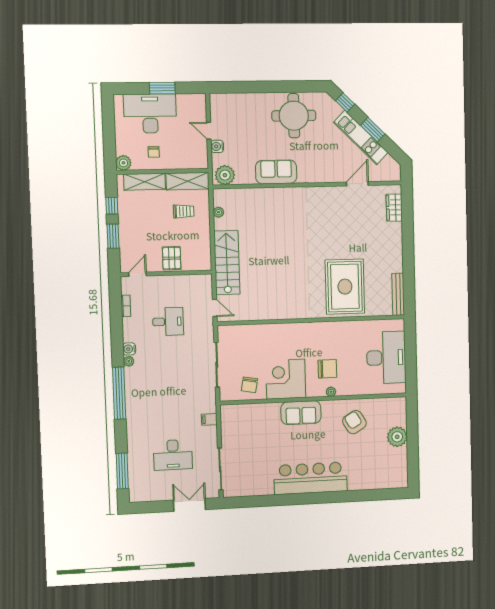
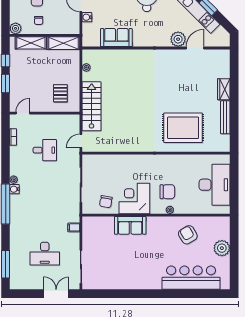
sofa: (276, 172) -> (116, 38), moved
plant: (225, 175) -> (178, 39), moved
wardrobe: (394, 208) -> (224, 89), moved
trolley: (184, 211) -> (60, 66), removed
pallet: (172, 258) -> (60, 93), moved
rug: (345, 287) -> (183, 128), turned 90
bench: (398, 294) -> (225, 117), moved
door: (215, 308) -> (81, 141), swing flipped
water cooler: (129, 349) -> (14, 189), moved
sofa: (301, 413) -> (130, 225), moved
bar counter: (311, 478) -> (191, 278), moved

